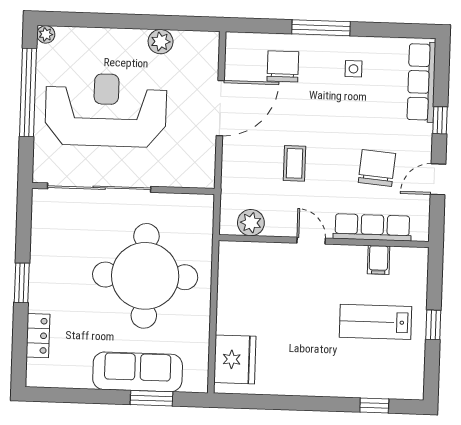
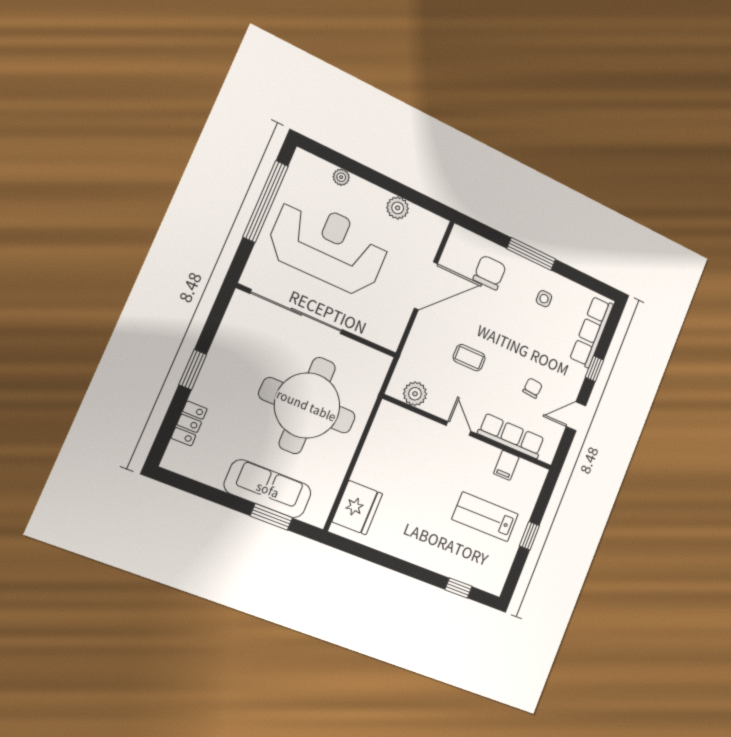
plant: (46, 34) -> (341, 177), moved
coffee table: (295, 163) -> (469, 358), turned 90
chair: (377, 168) -> (533, 388), width x0.54, depth x0.54

